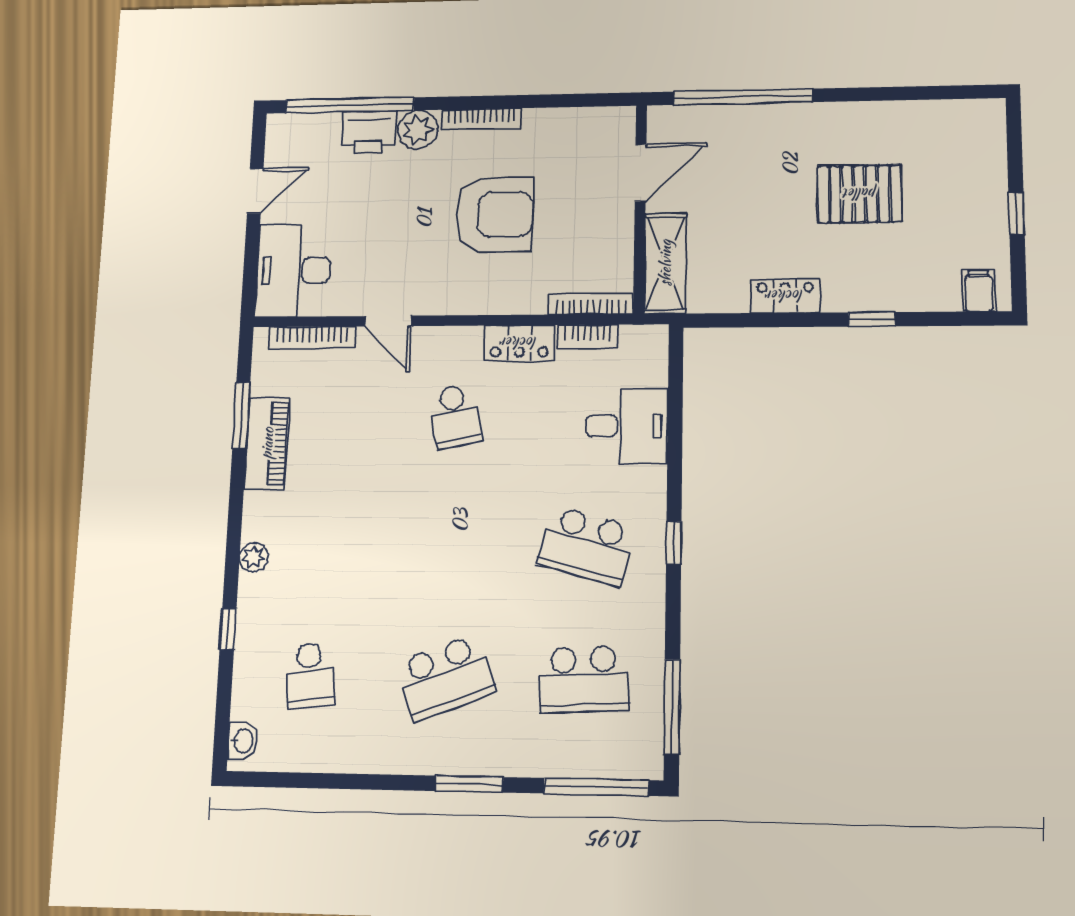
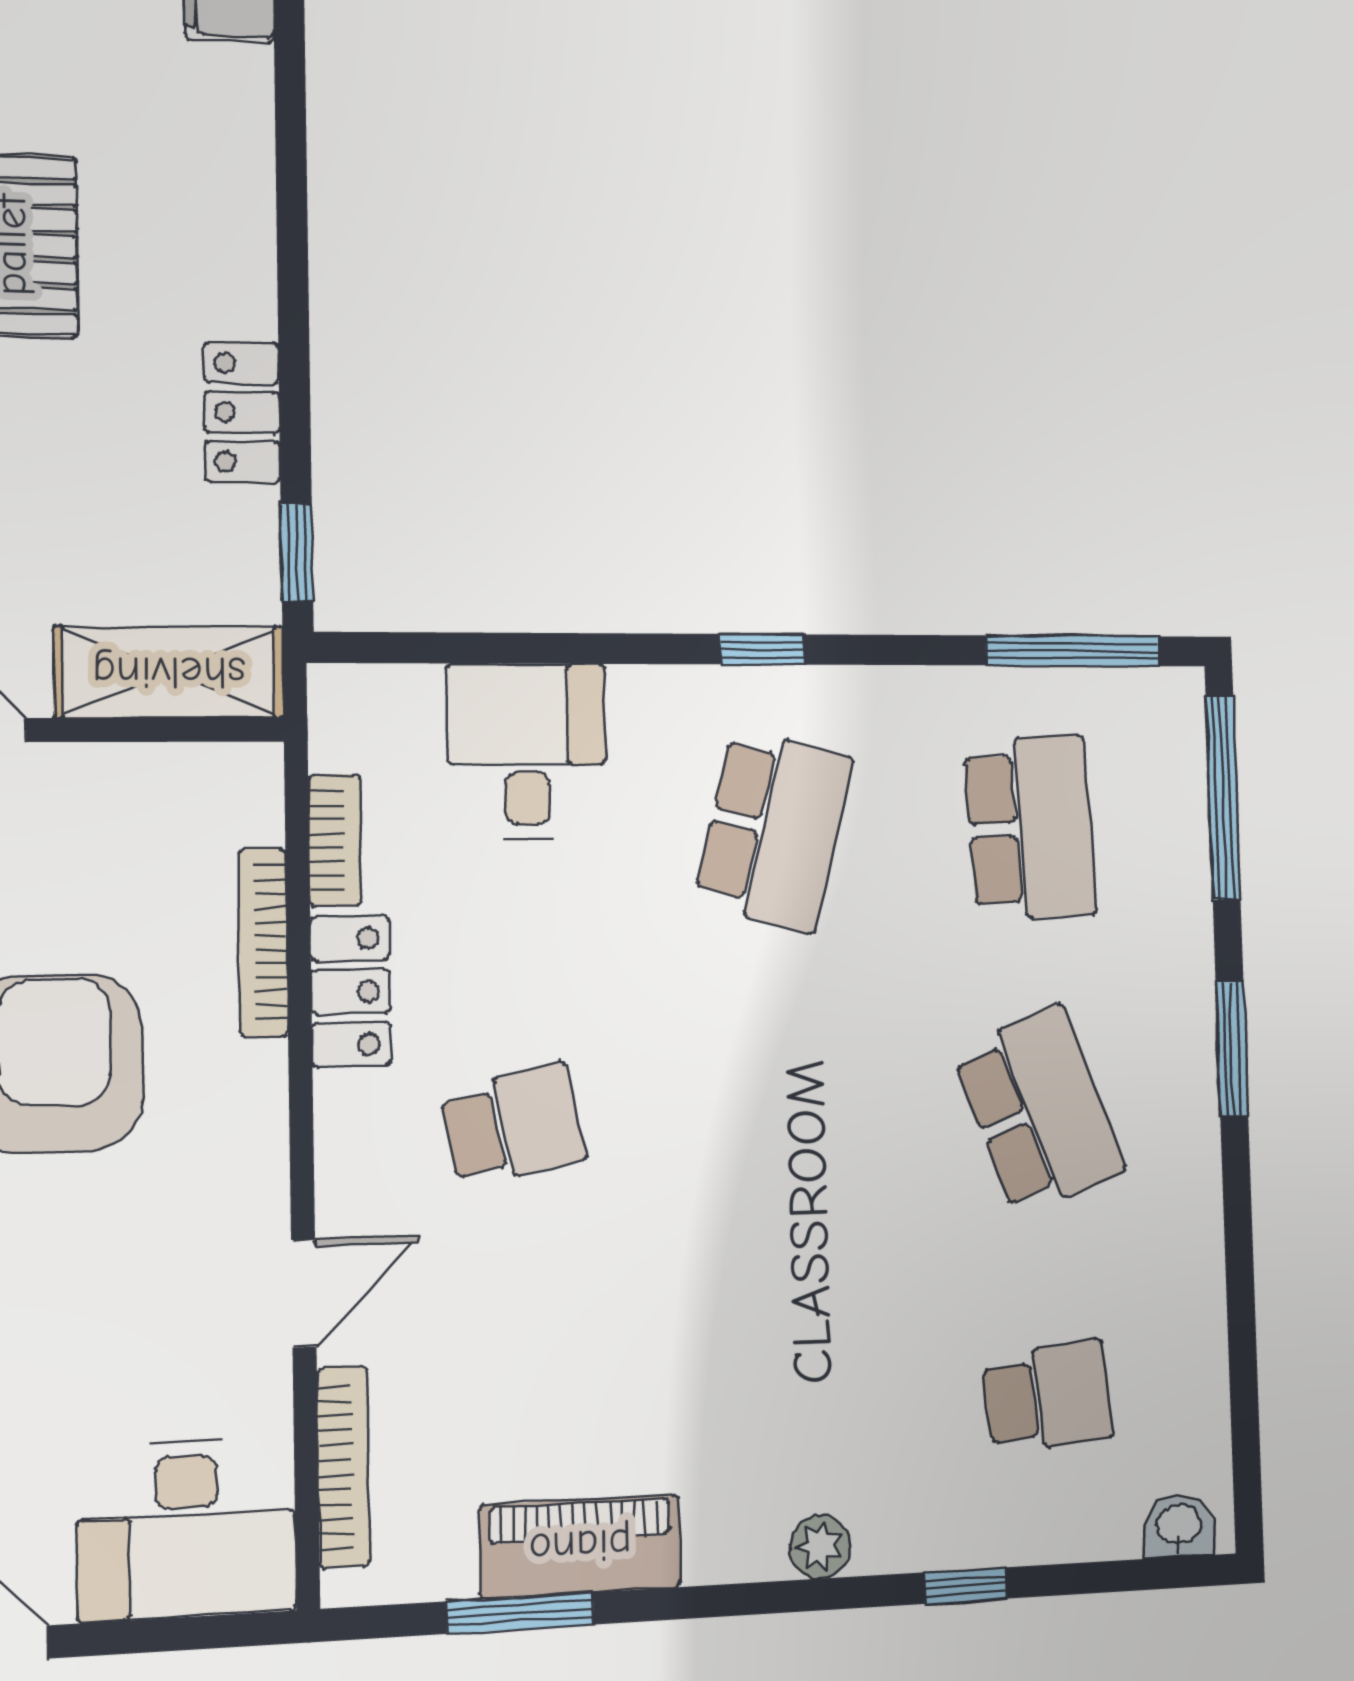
bookcase: (591, 304) -> (263, 943), moved
window: (872, 319) -> (297, 553), moved

